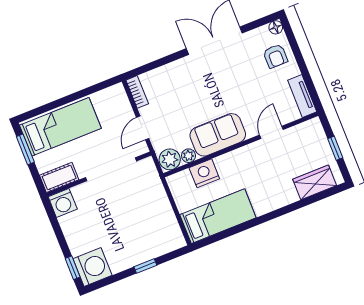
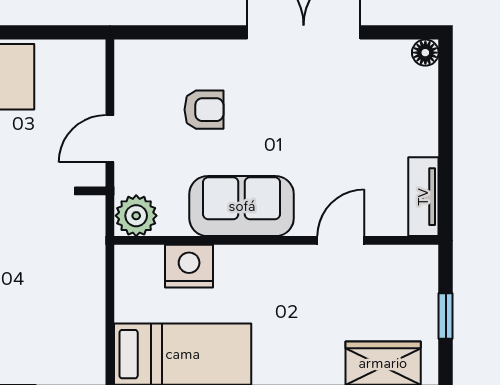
armchair: (275, 56) -> (204, 110), moved, turned -90
bookcase: (137, 92) -> (126, 69), removed
plant: (188, 156) -> (173, 223), removed

